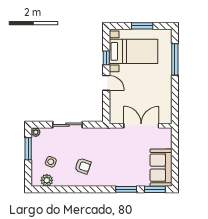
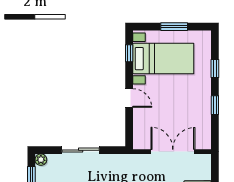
window: (106, 58) -> (129, 53), moved
window: (175, 59) -> (215, 69), width x0.46
window: (175, 89) -> (215, 105), added

